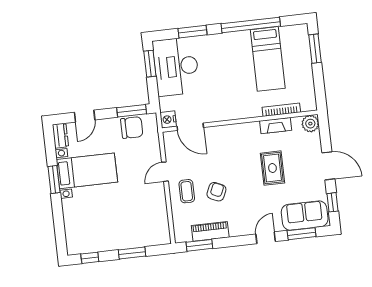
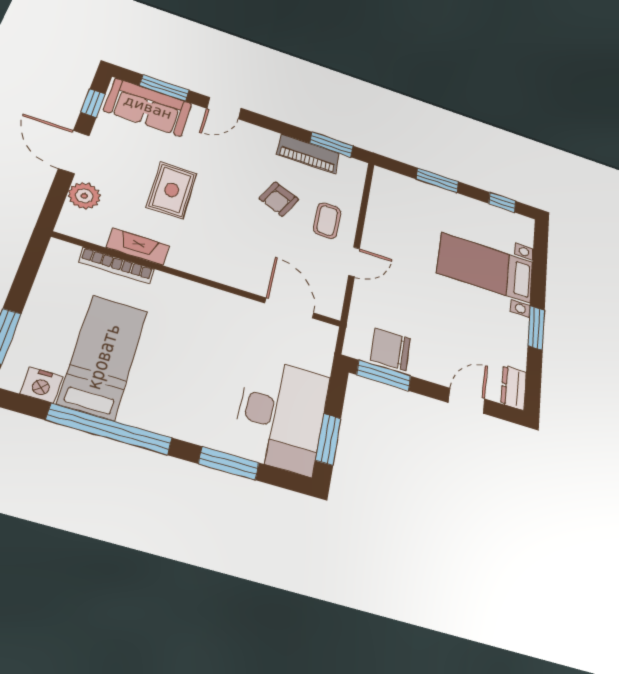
nightstand: (168, 119) -> (42, 385), moved, turned 90
plant: (310, 124) -> (84, 196), moved
bed with nightstands: (87, 171) -> (485, 267), moved

